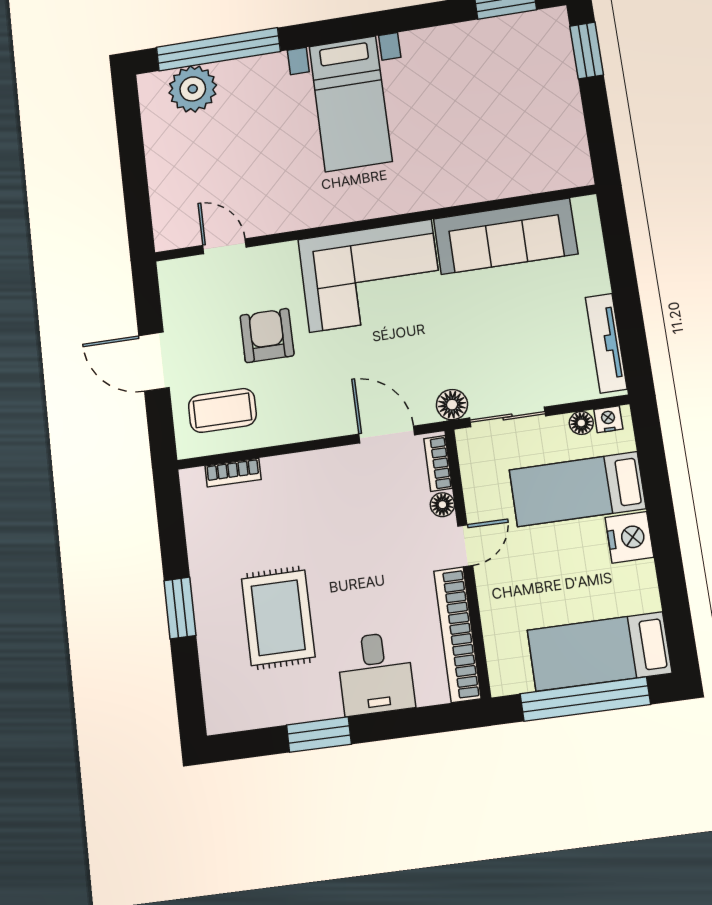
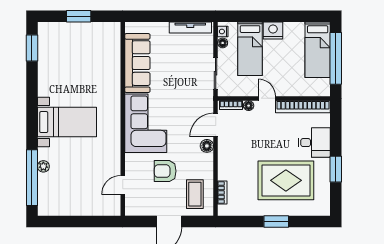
window: (587, 51) -> (79, 16), moved
plant: (193, 89) -> (43, 166), moved, width x0.53, depth x0.53
floor lamp: (452, 405) -> (207, 146), moved
rug: (278, 618) -> (286, 180), width x1.37, depth x1.44

